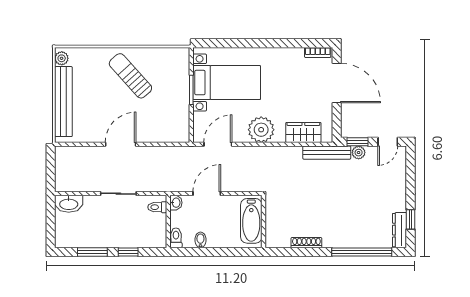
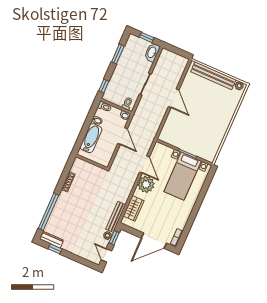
sun lounger: (130, 76) -> (211, 122), removed
door: (218, 144) -> (145, 164), moved
window: (51, 221) -> (147, 37), added
bathtub: (251, 221) -> (91, 138), moved, turned 90
window: (128, 252) -> (104, 86), moved

